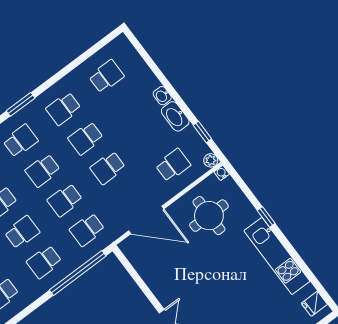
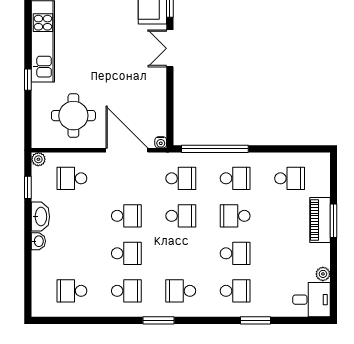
school desk: (43, 170) -> (181, 253), removed
water cooler: (222, 173) -> (161, 142), moved

